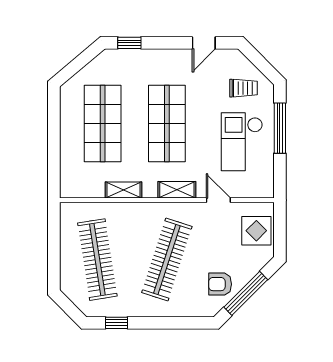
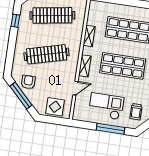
clothes rail: (167, 260) -> (47, 54), turned -33

